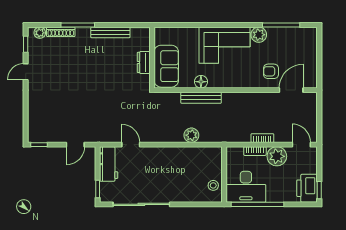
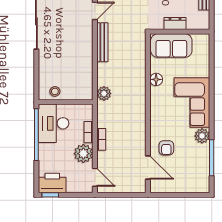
armchair: (271, 71) -> (166, 148), turned 180
bench: (201, 98) -> (102, 42), moved
plant: (191, 135) -> (104, 93), moved
door: (301, 145) -> (95, 177), hinge flipped

